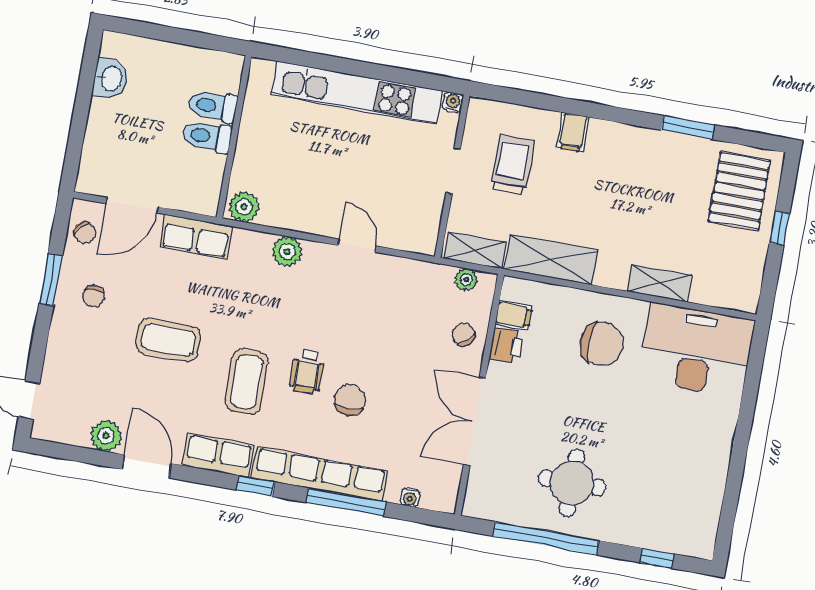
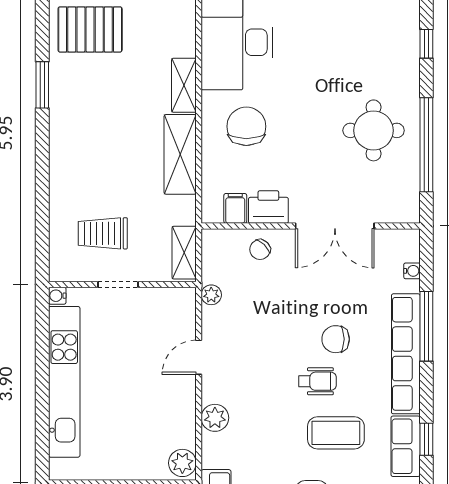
filing cabinet: (573, 132) -> (65, 185), removed
shelving: (551, 260) -> (180, 154), moved
plant: (466, 280) -> (211, 295), moved
printer: (506, 346) -> (268, 207), width x1.36, depth x1.24
window: (256, 486) -> (426, 439), moved

